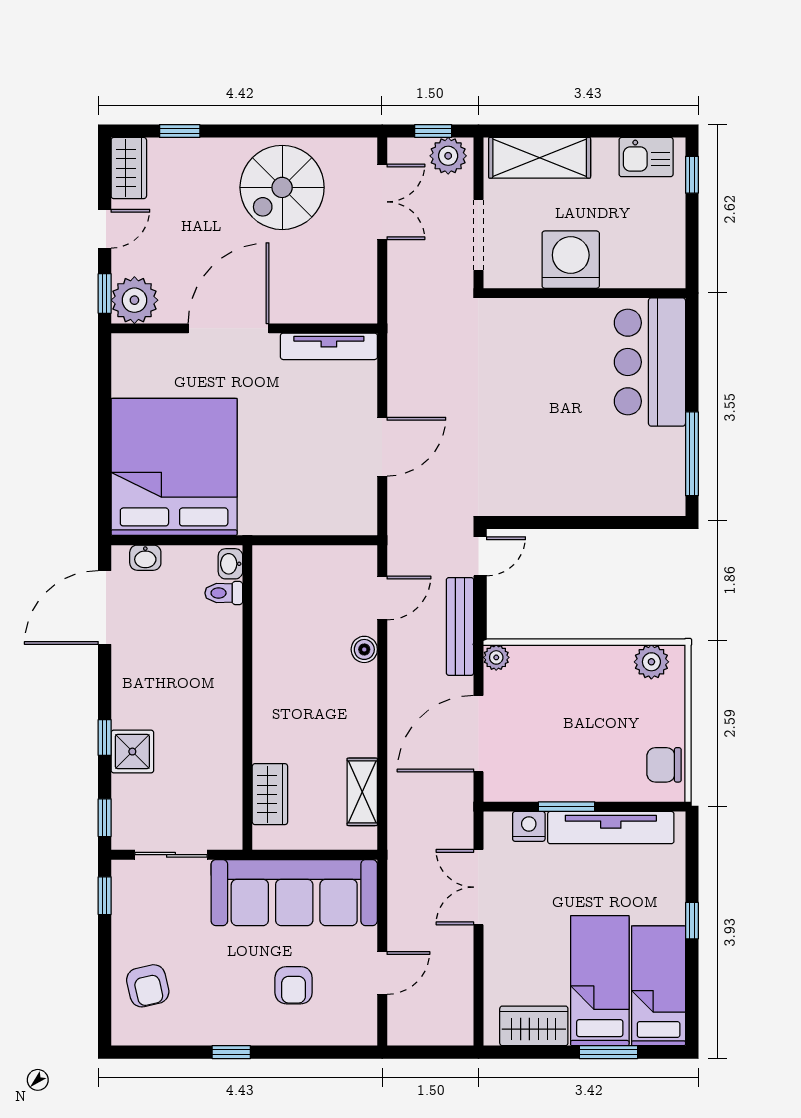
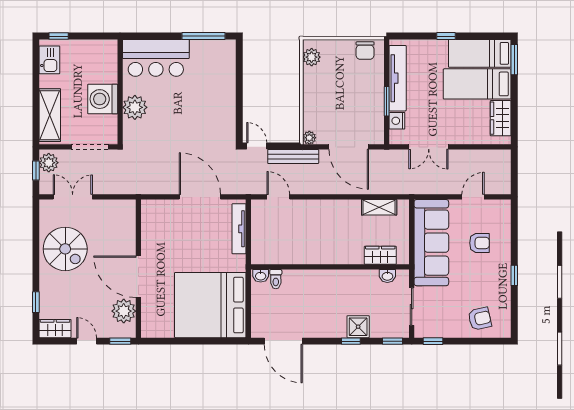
plant: (134, 300) -> (124, 311), moved
plant: (555, 322) -> (135, 107), added
tv unit: (329, 346) -> (239, 229), moved, turned 180
door: (382, 447) -> (200, 197), width x1.36
washbasin: (145, 558) -> (387, 276), moved, turned 90
boiler: (364, 649) -> (305, 206), removed
door: (382, 973) -> (473, 197), hinge flipped
window: (608, 1052) -> (514, 60), moved

